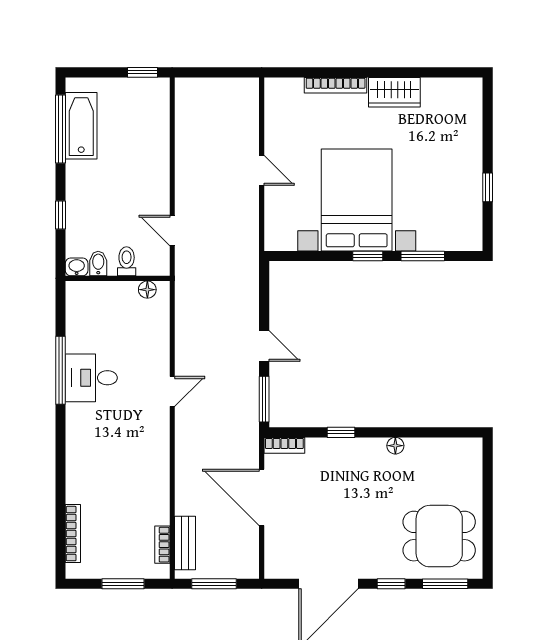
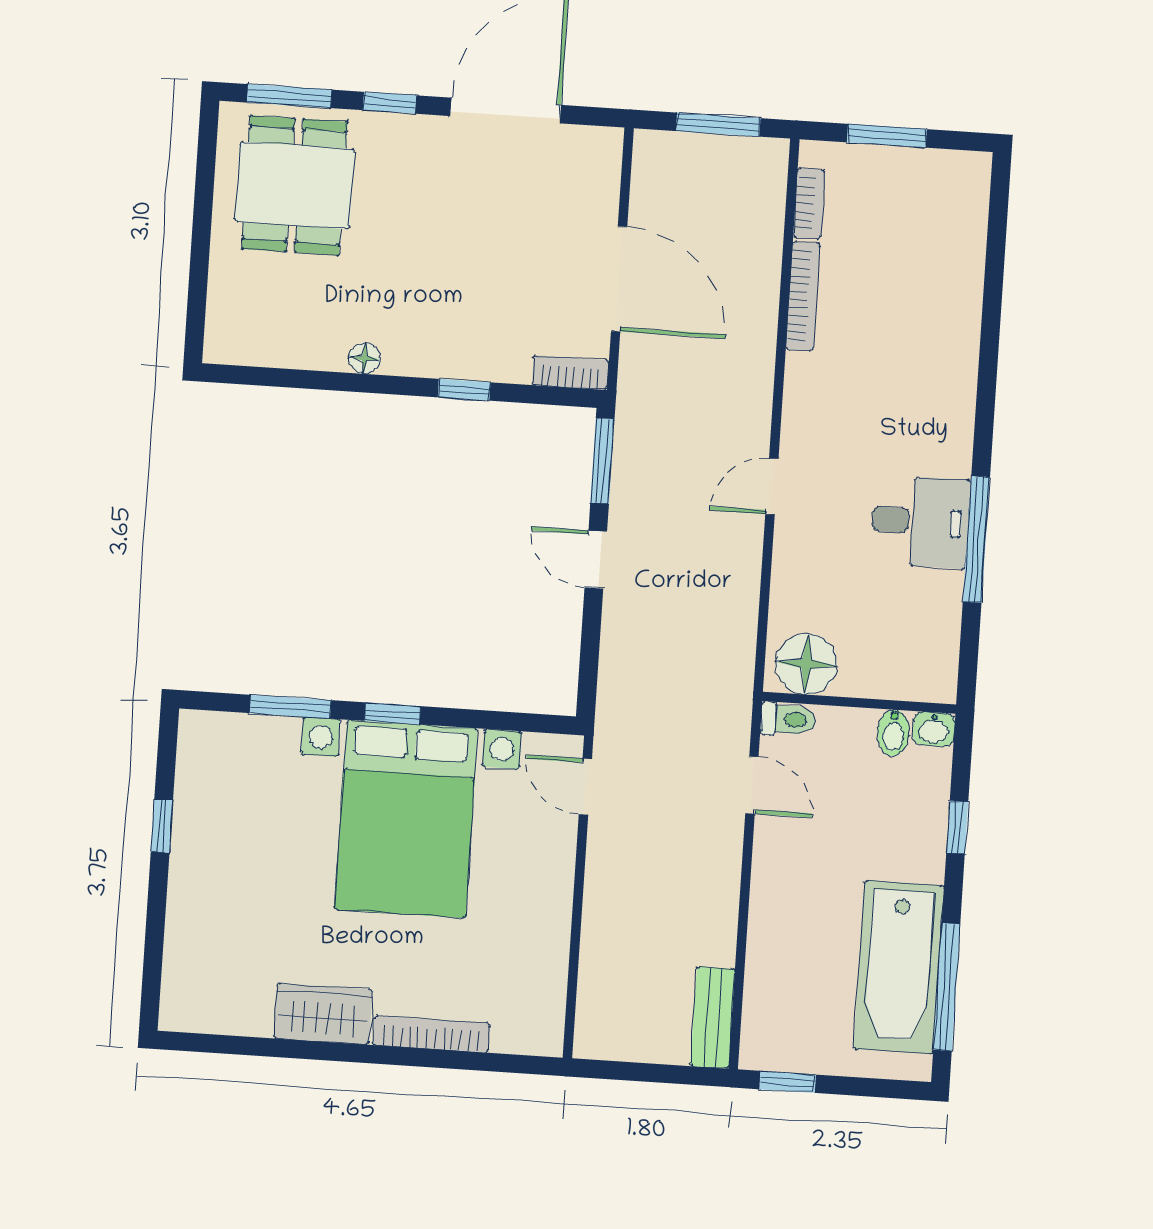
bathtub: (81, 126) -> (899, 967), width x1.36, depth x1.36
door: (262, 170) -> (585, 787), moved
toilet: (127, 261) -> (788, 719), moved, turned -90
floor lamp: (147, 290) -> (806, 664), width x1.89, depth x1.89
bookcase: (73, 534) -> (803, 296), moved, turned 180
dining table: (439, 536) -> (295, 185), turned 90
bench: (185, 543) -> (713, 1018), moved

